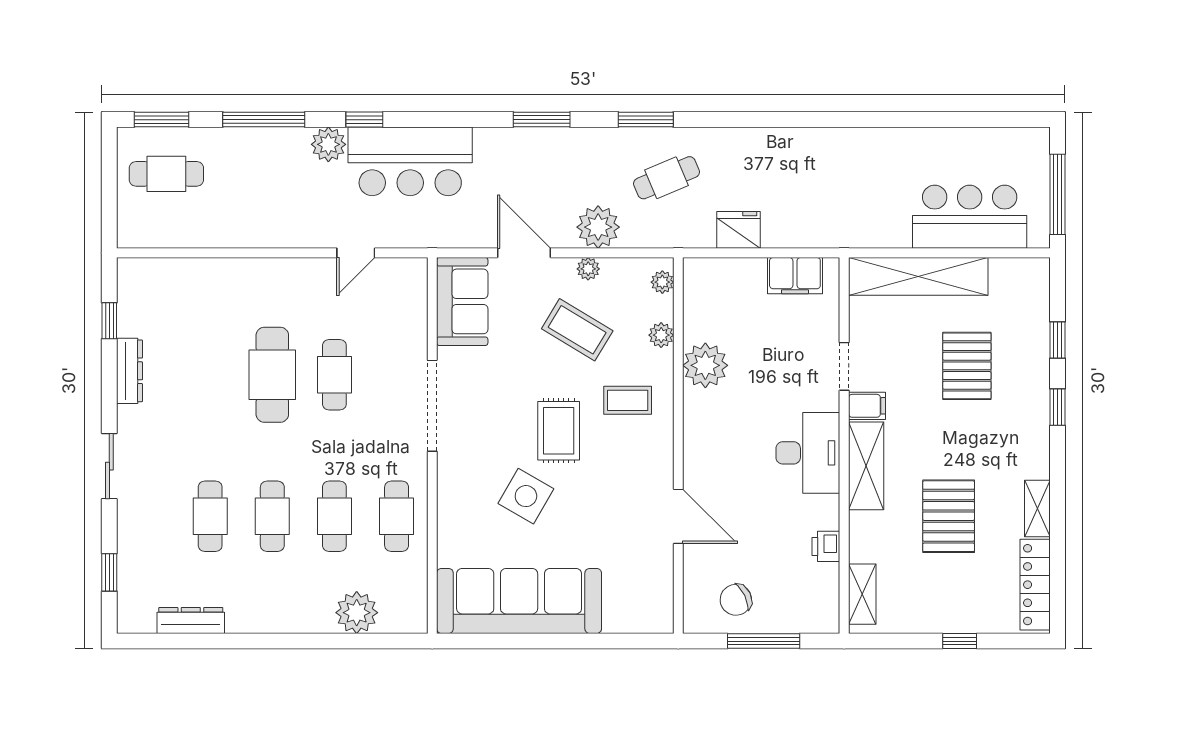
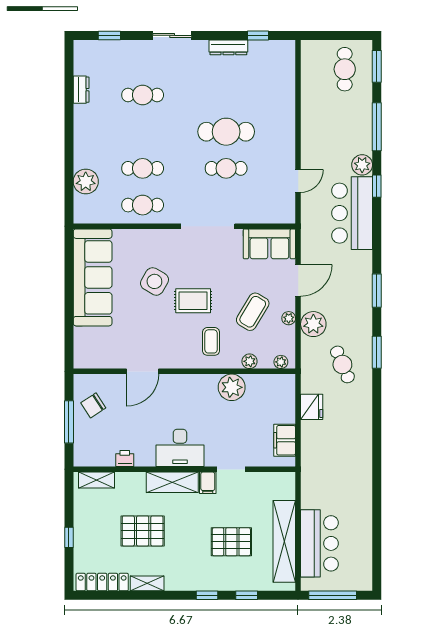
door: (356, 253) -> (298, 181), swing flipped
shelving: (918, 276) -> (284, 541), moved
cafe table: (272, 516) -> (143, 132), removed
chair: (736, 600) -> (93, 405), turned -97
dresser: (191, 620) -> (81, 90), width x0.70

